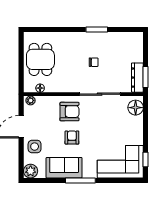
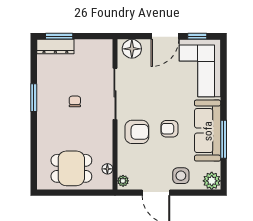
window: (146, 77) -> (59, 36), moved
dresser: (137, 78) -> (55, 47), moved
armchair: (69, 112) -> (137, 132), turned 90
door: (146, 134) -> (165, 36), added
sofa: (64, 168) -> (208, 131), width x1.36
window: (80, 180) -> (224, 139), moved

